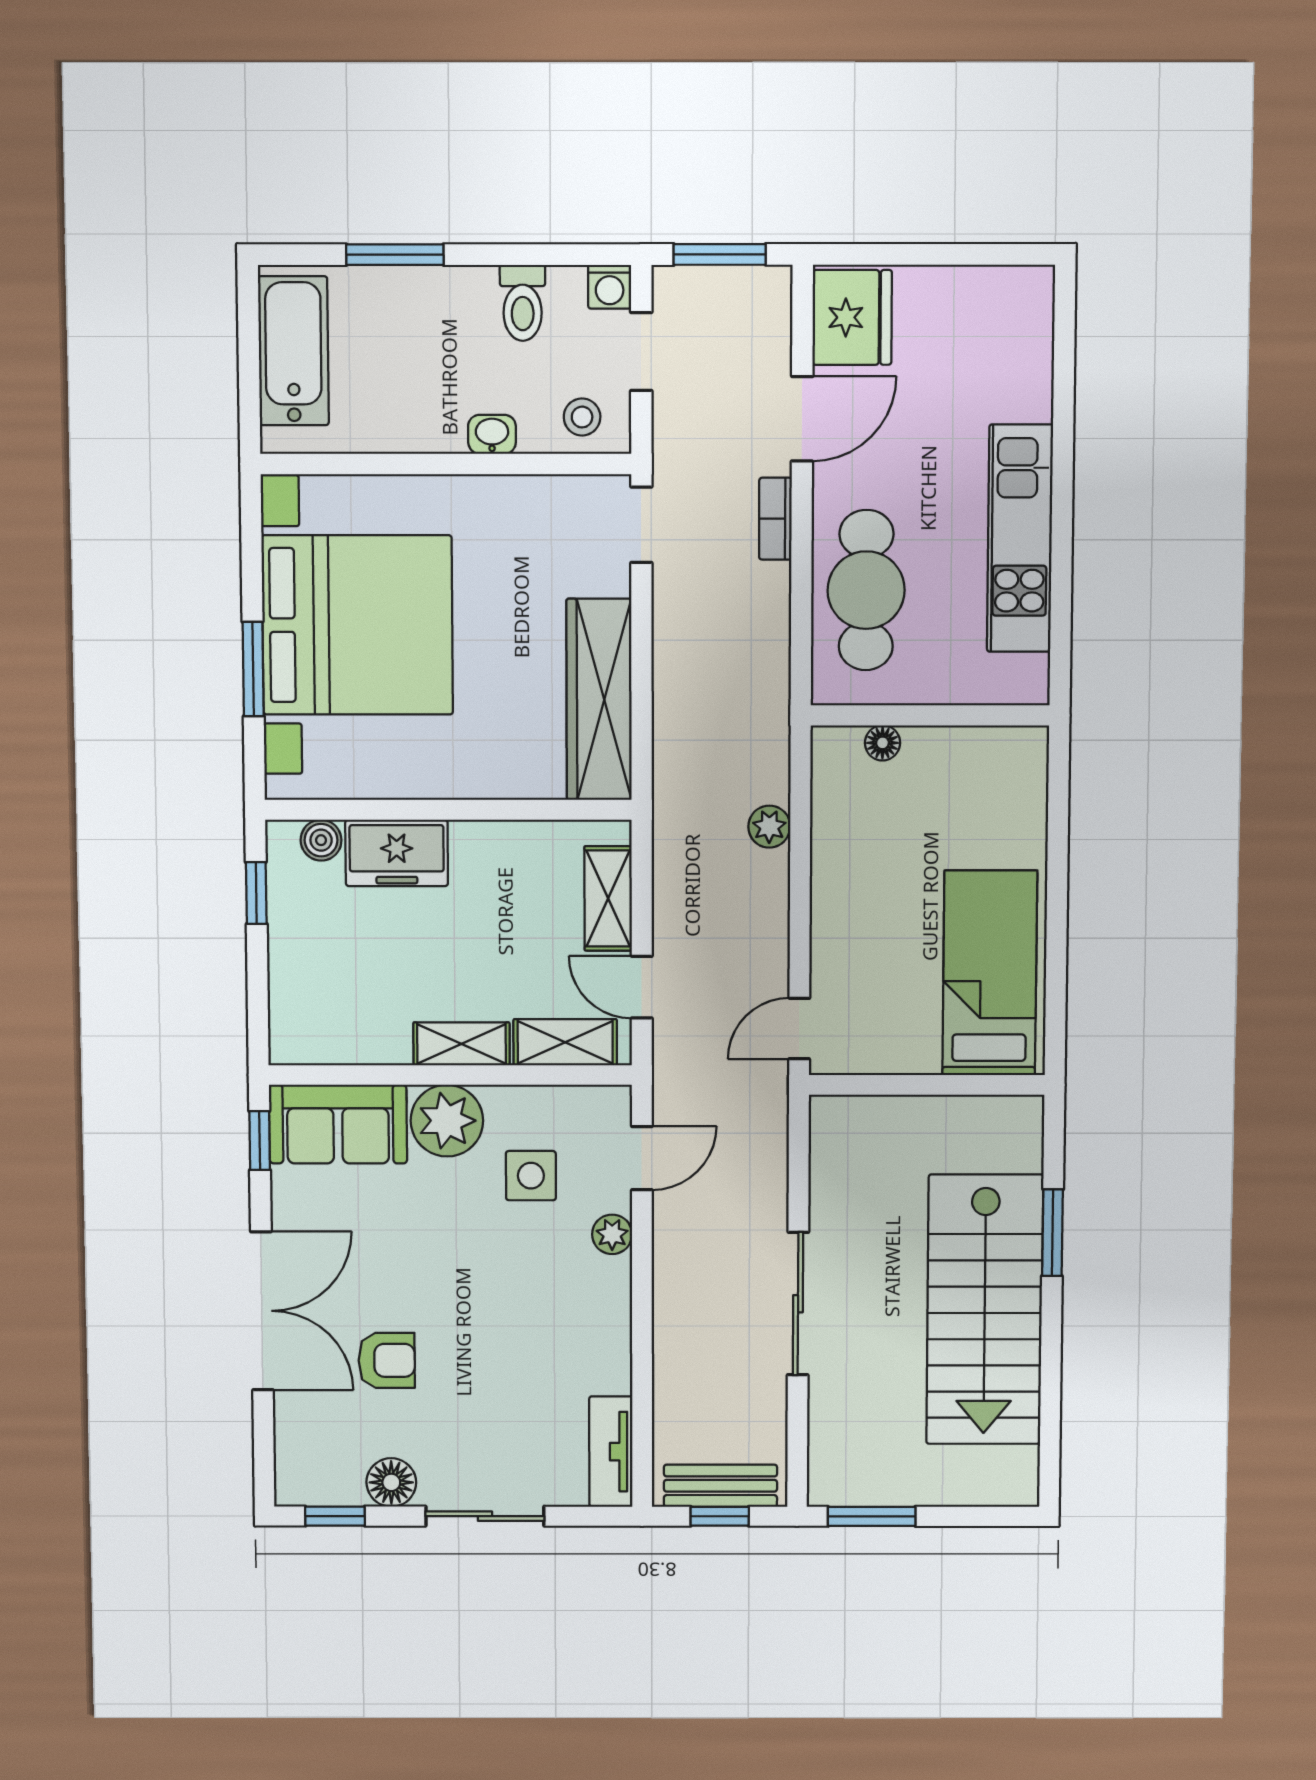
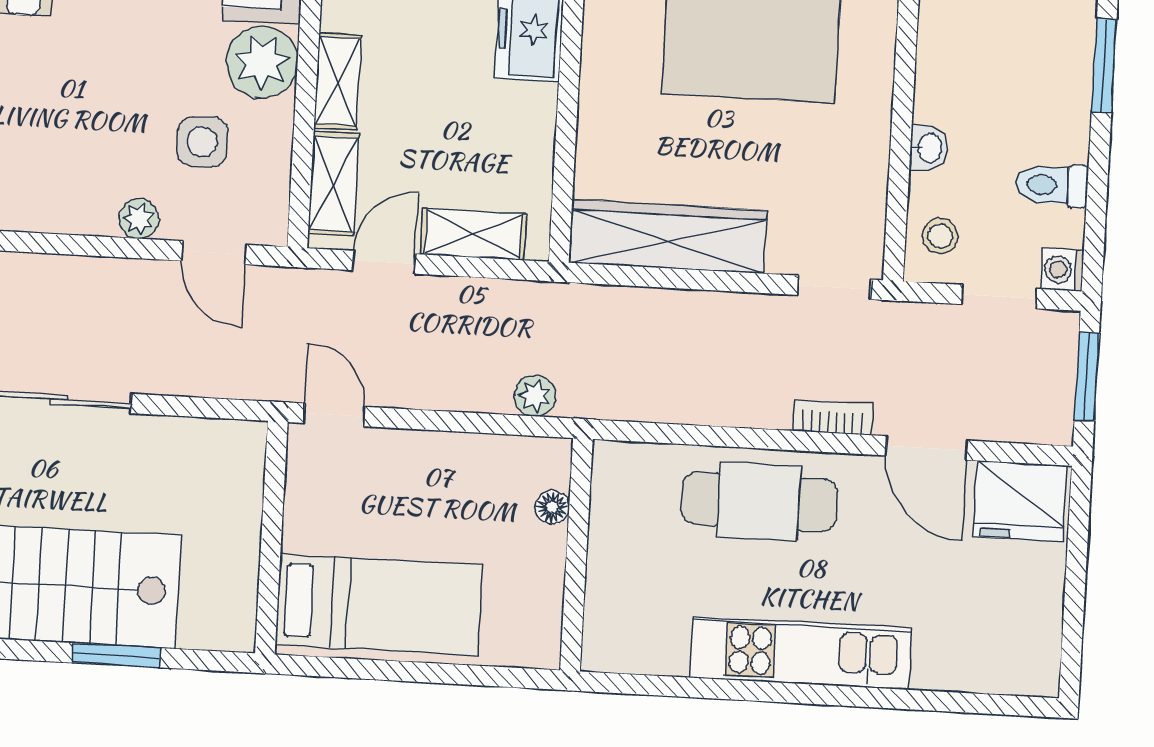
wall: (930, 715) -> (576, 555), moved
floor lamp: (882, 743) -> (552, 507), moved

